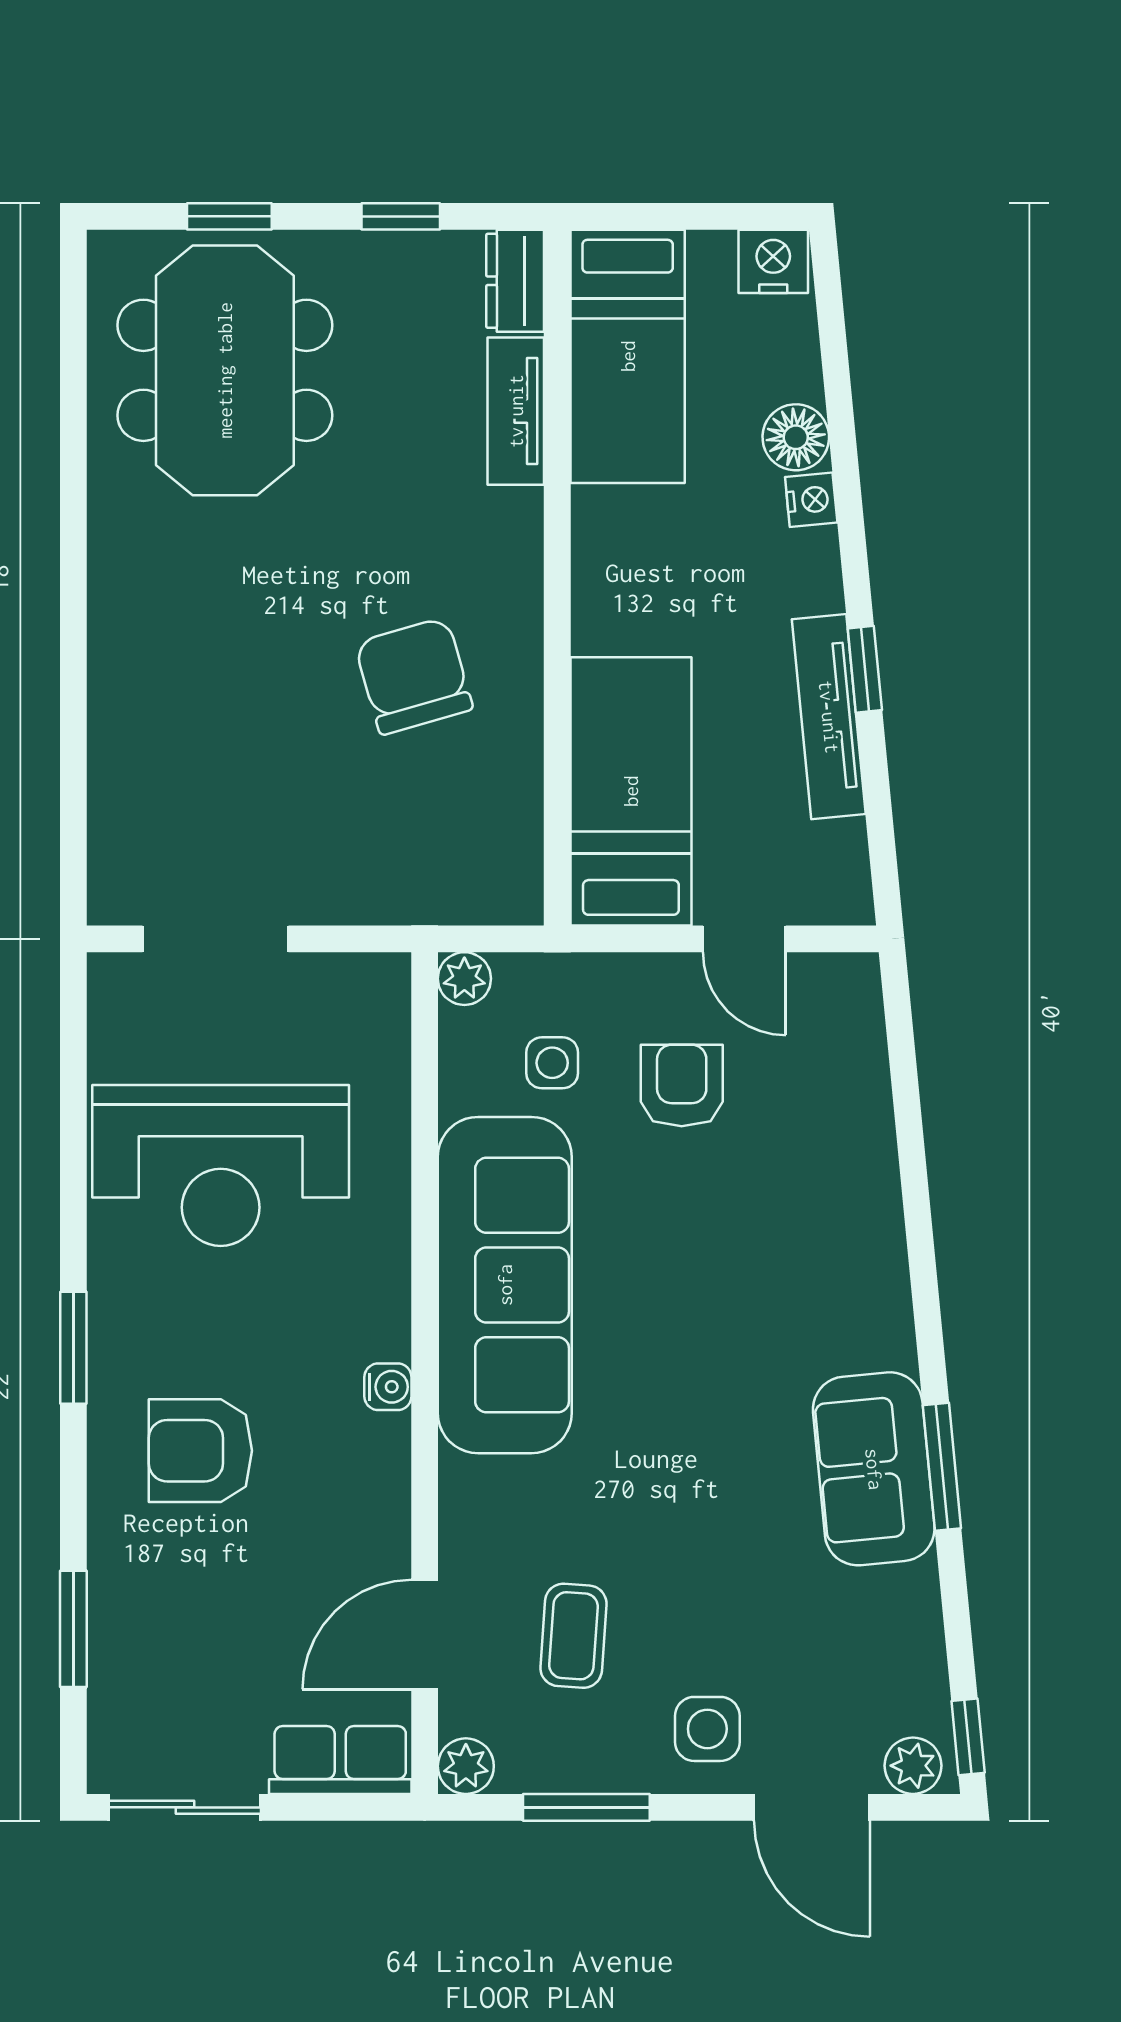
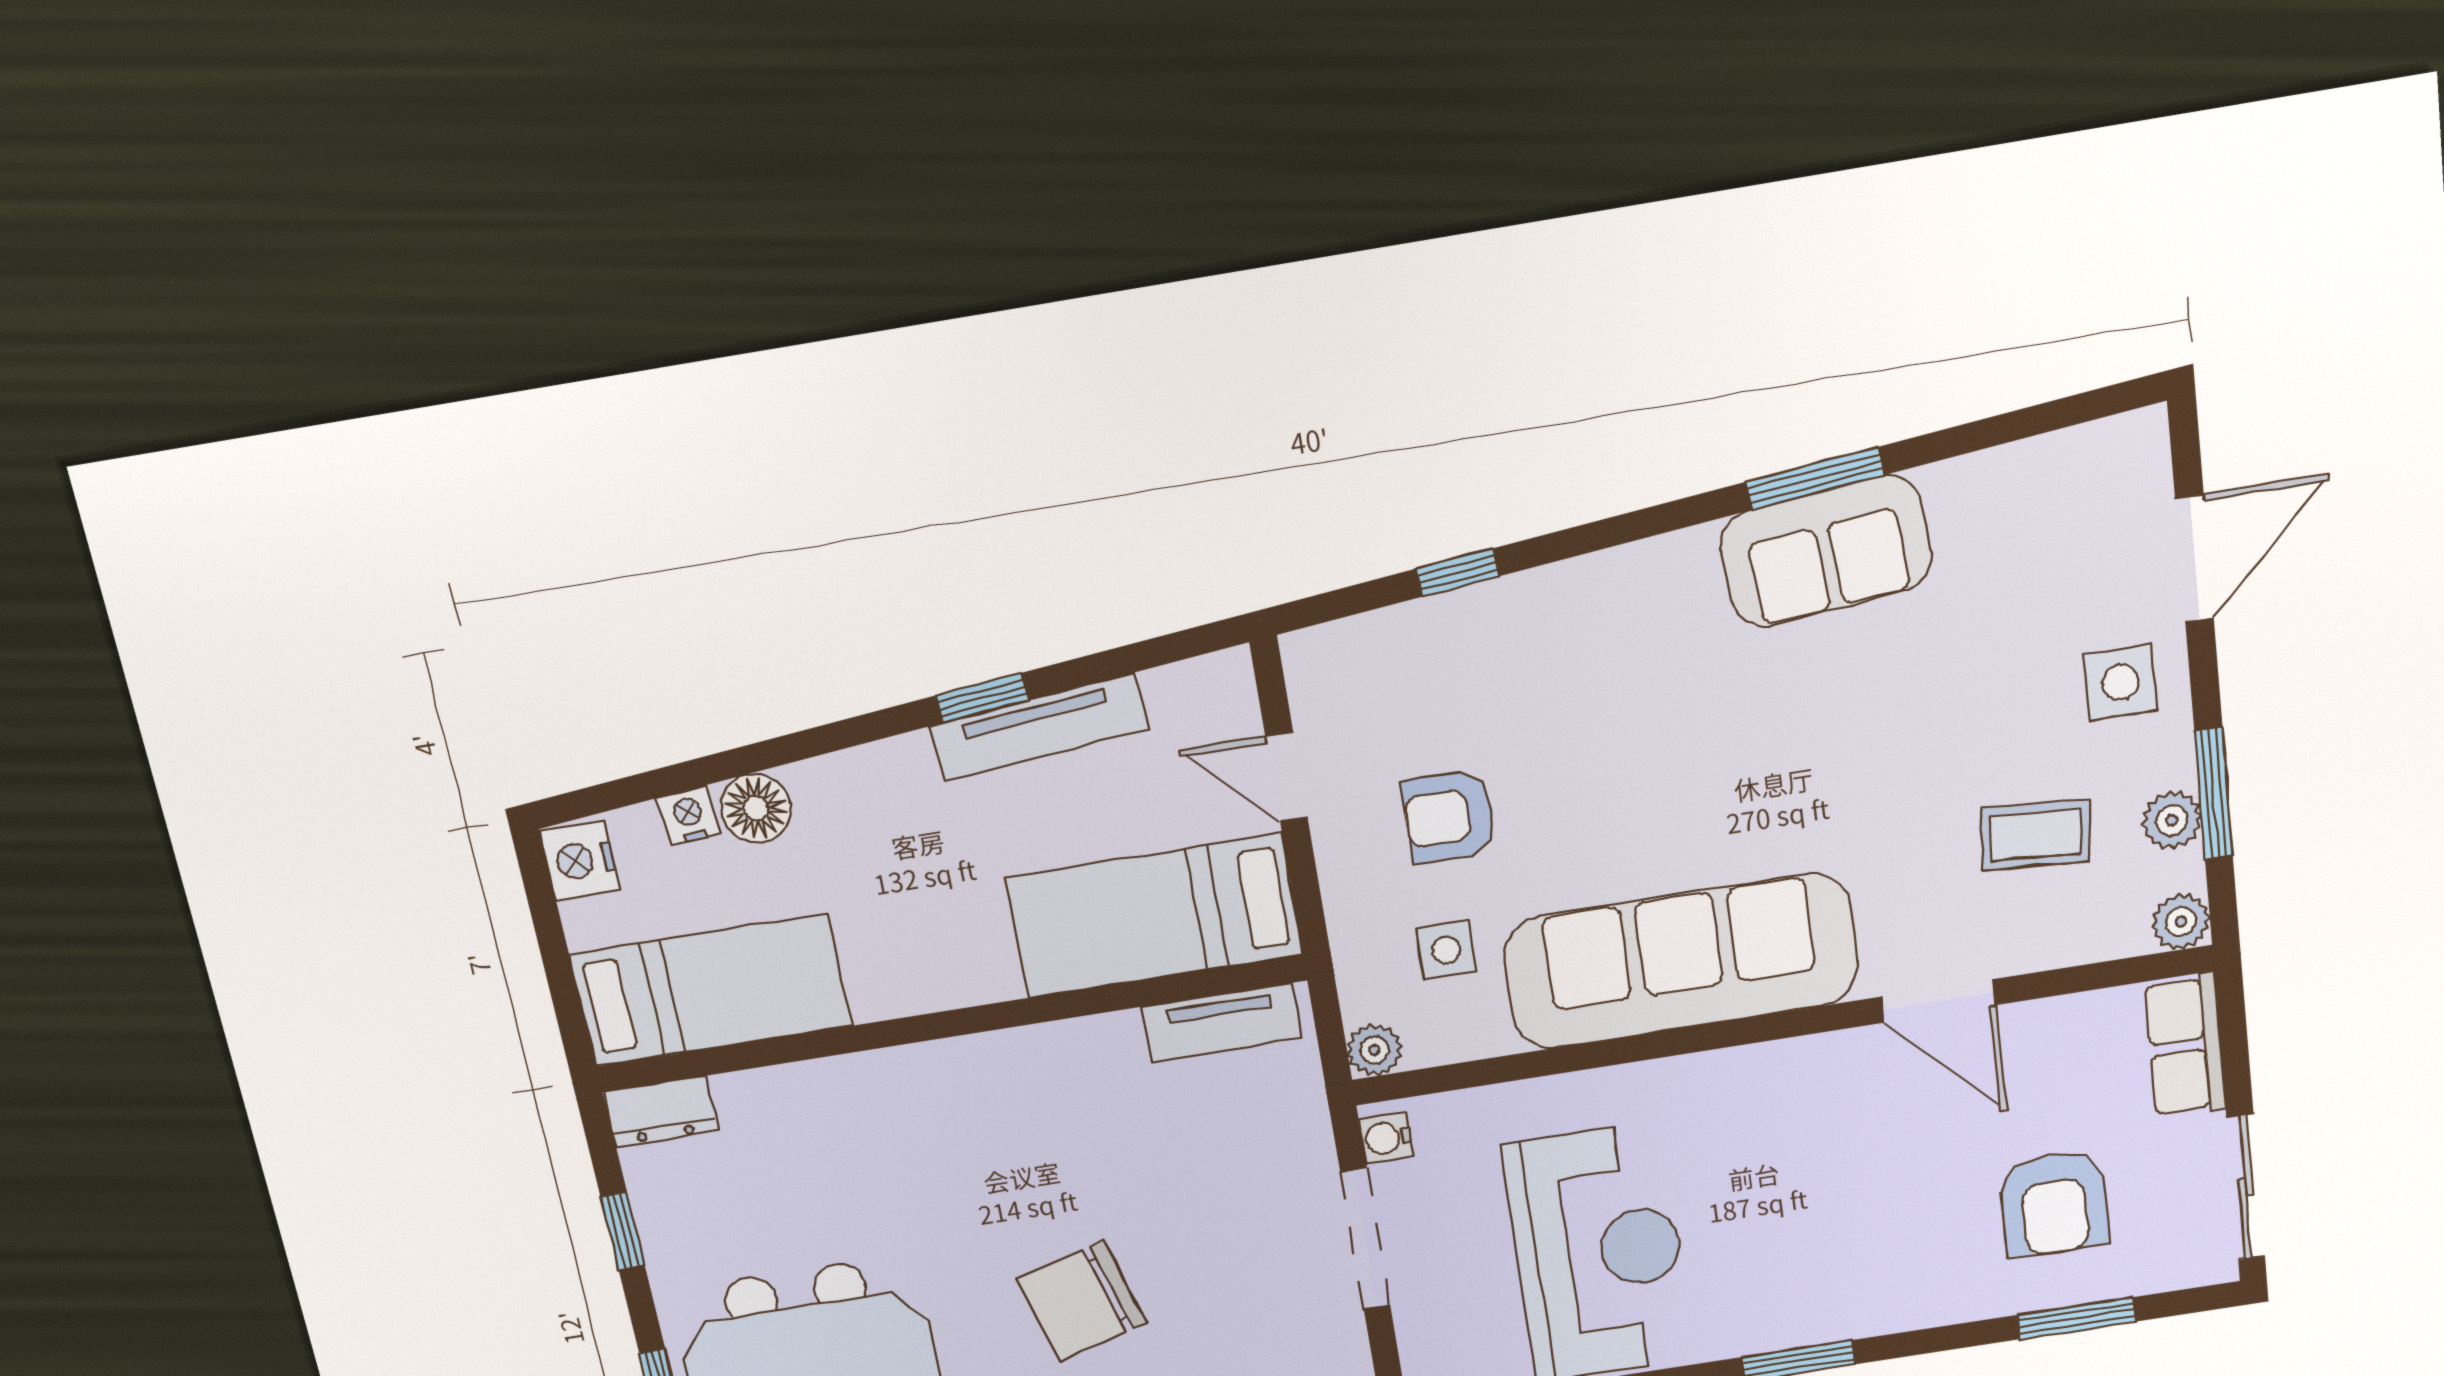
tv unit: (516, 411) -> (1222, 1023), moved
nightstand: (811, 500) -> (689, 816), moved
chair: (414, 676) -> (1081, 1301), moved
doorway: (216, 939) -> (1365, 1239), moved
door: (744, 939) -> (1287, 777), swing flipped
water cooler: (388, 1387) -> (1386, 1138), moved, turned -90
armchair: (200, 1451) -> (2054, 1203), moved
door: (425, 1635) -> (1939, 1001), moved
window: (968, 1737) -> (1457, 573), moved
plant: (913, 1766) -> (2172, 820), moved

